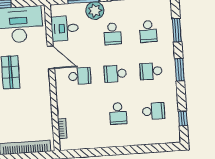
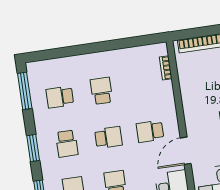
door: (51, 57) -> (186, 151), hinge flipped
school desk: (151, 71) -> (67, 144), turned 90
window: (183, 118) -> (25, 91), width x2.17

